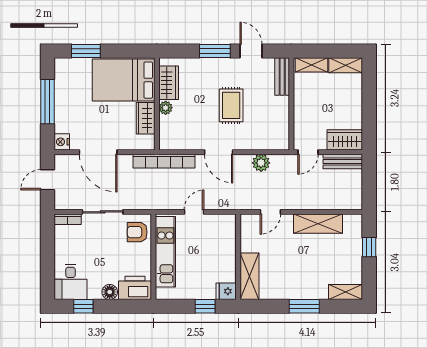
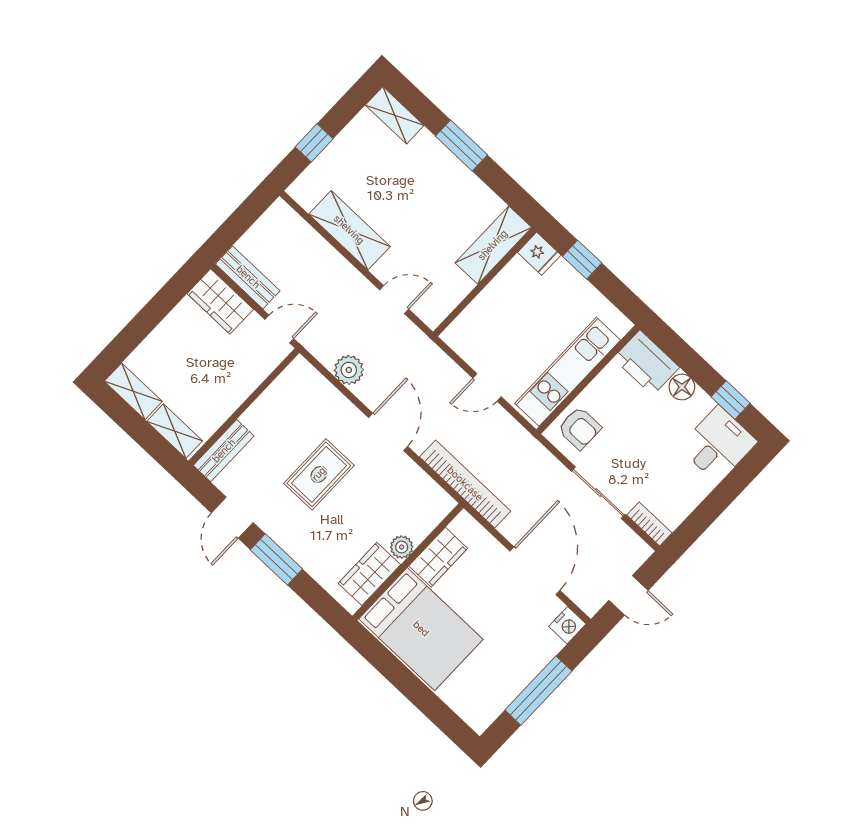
window: (86, 51) -> (433, 708), removed

